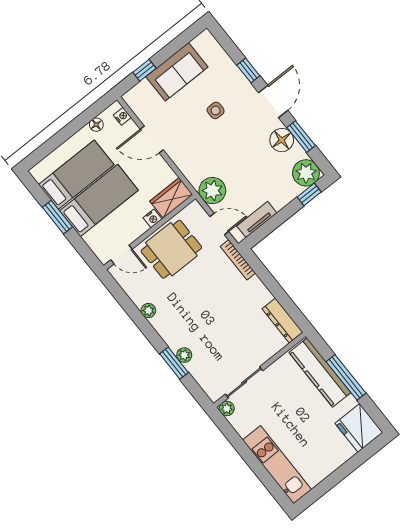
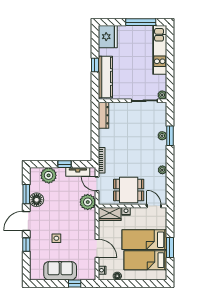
plant: (306, 173) -> (49, 175), moved
window: (309, 194) -> (65, 164), moved
window: (346, 377) -> (95, 65), width x0.46
window: (331, 481) -> (141, 22), added

